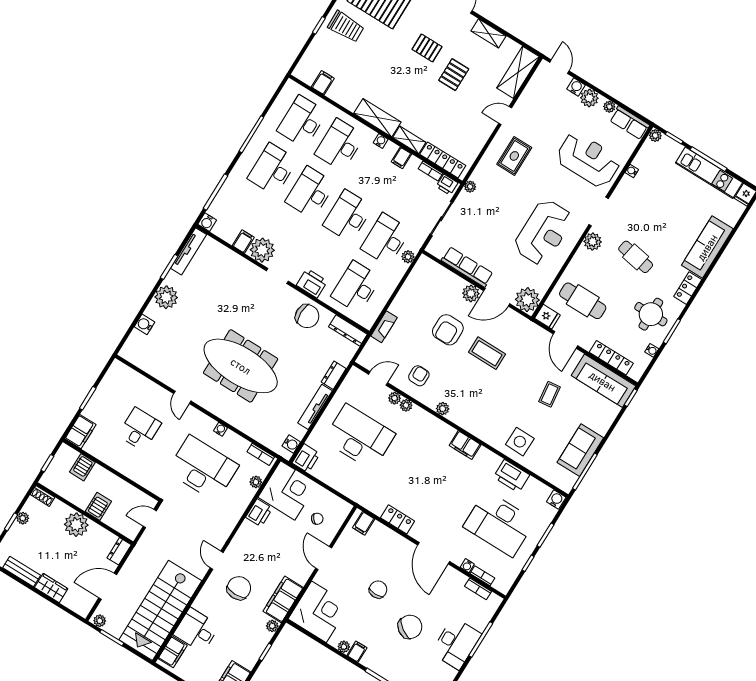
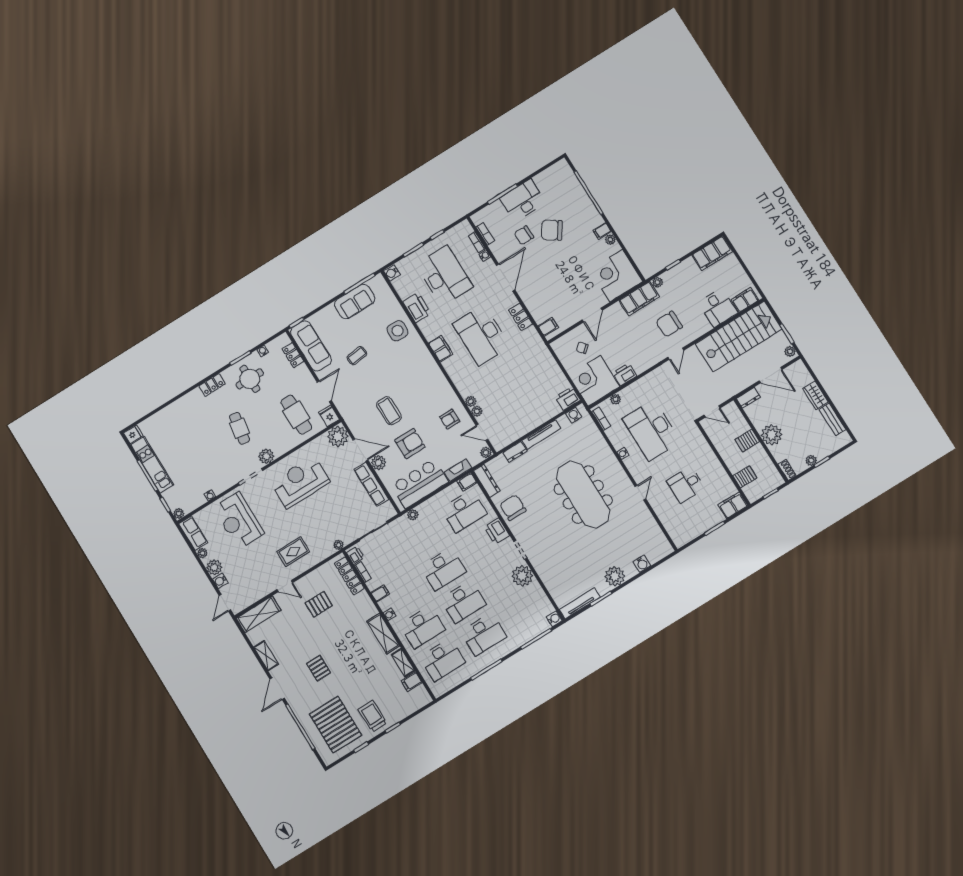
pallet: (454, 75) -> (319, 604), moved
shelving: (409, 140) -> (403, 663), moved
desk: (386, 239) -> (423, 537), removed
filing cabinet: (243, 242) -> (467, 482), moved
sofa: (707, 247) -> (182, 409), removed
bar counter: (417, 293) -> (420, 484), added
locker: (611, 358) -> (293, 355), width x0.66
plant: (443, 409) -> (486, 452), moved
desk: (359, 437) -> (481, 335), moved
chair: (378, 590) -> (524, 235), moved

